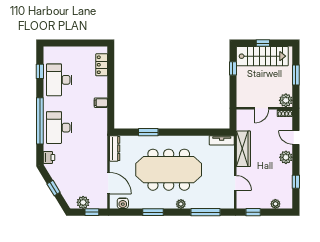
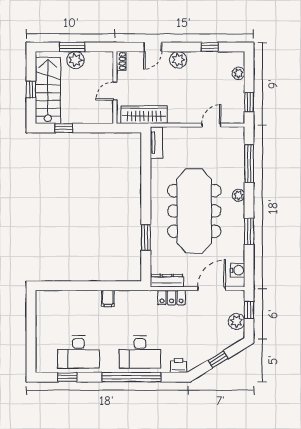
locker: (102, 65) -> (172, 297), moved
plant: (286, 100) -> (75, 60), moved
door: (262, 108) -> (115, 91), swing flipped
wardrobe: (243, 149) -> (144, 115), moved

